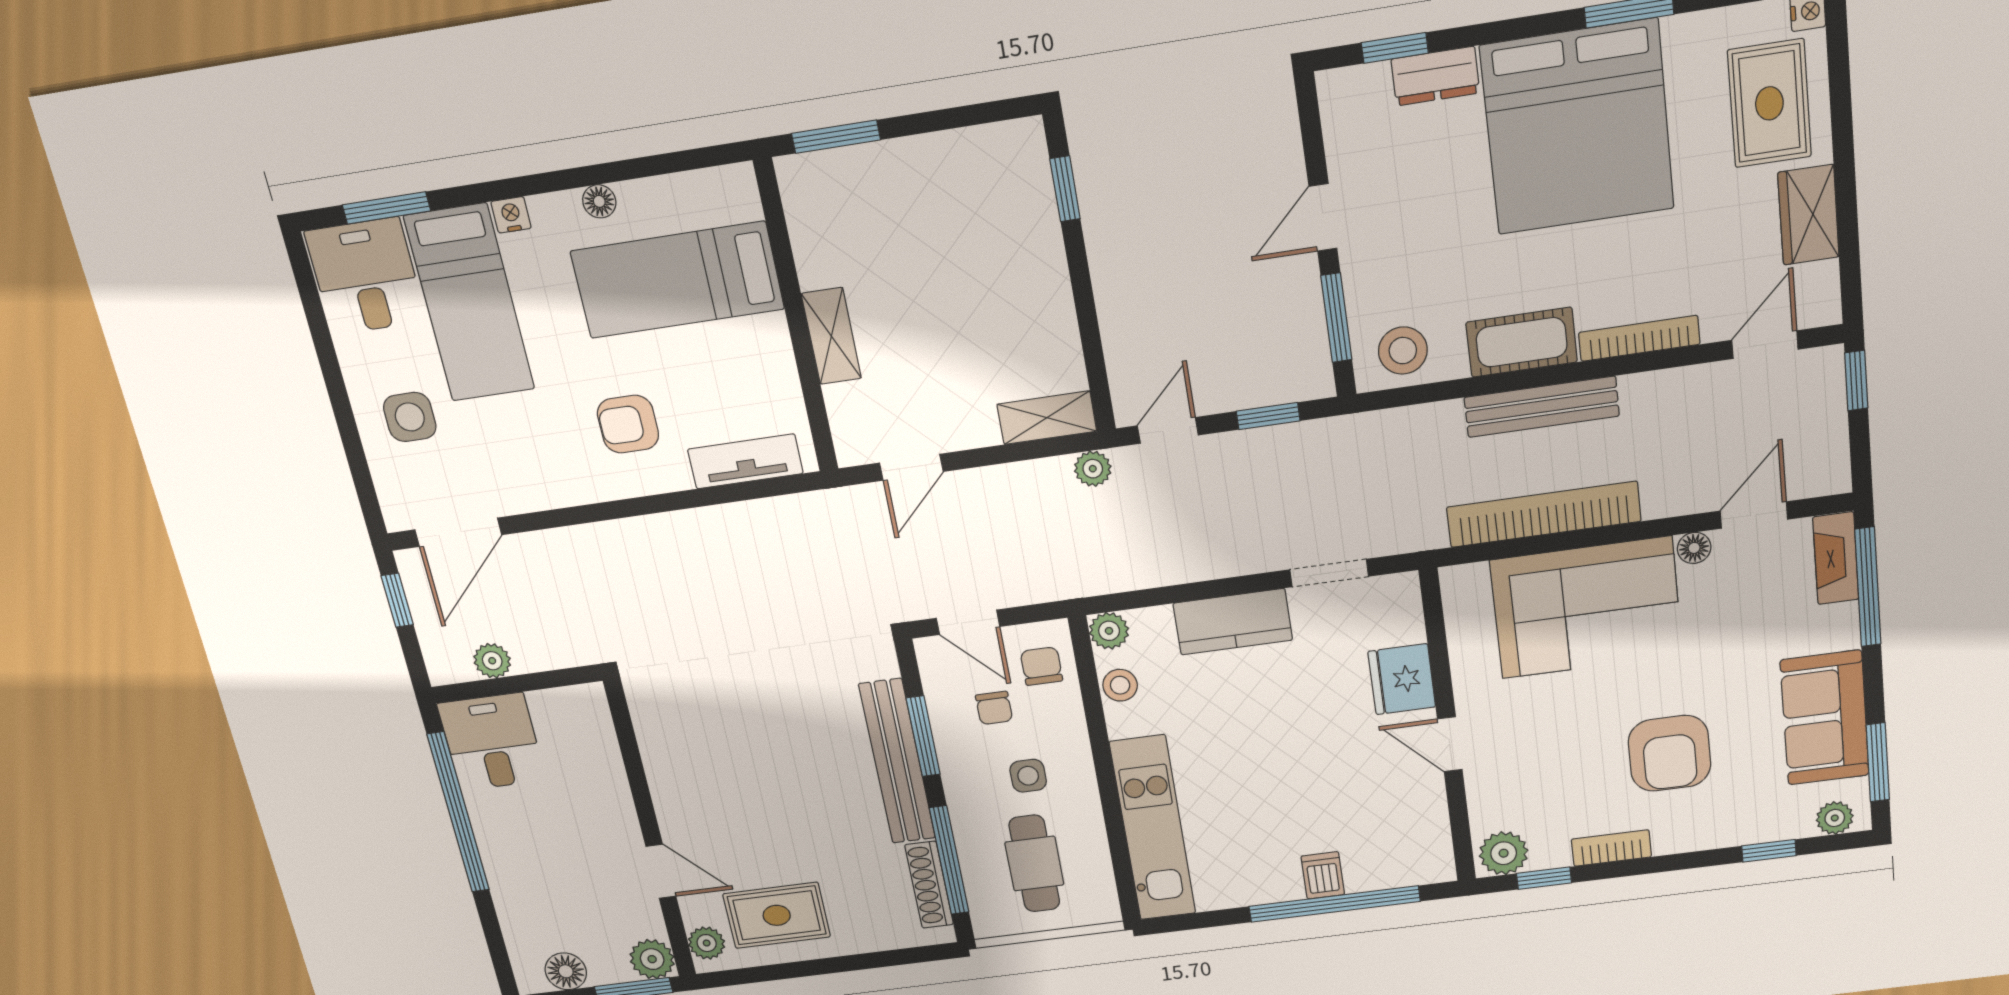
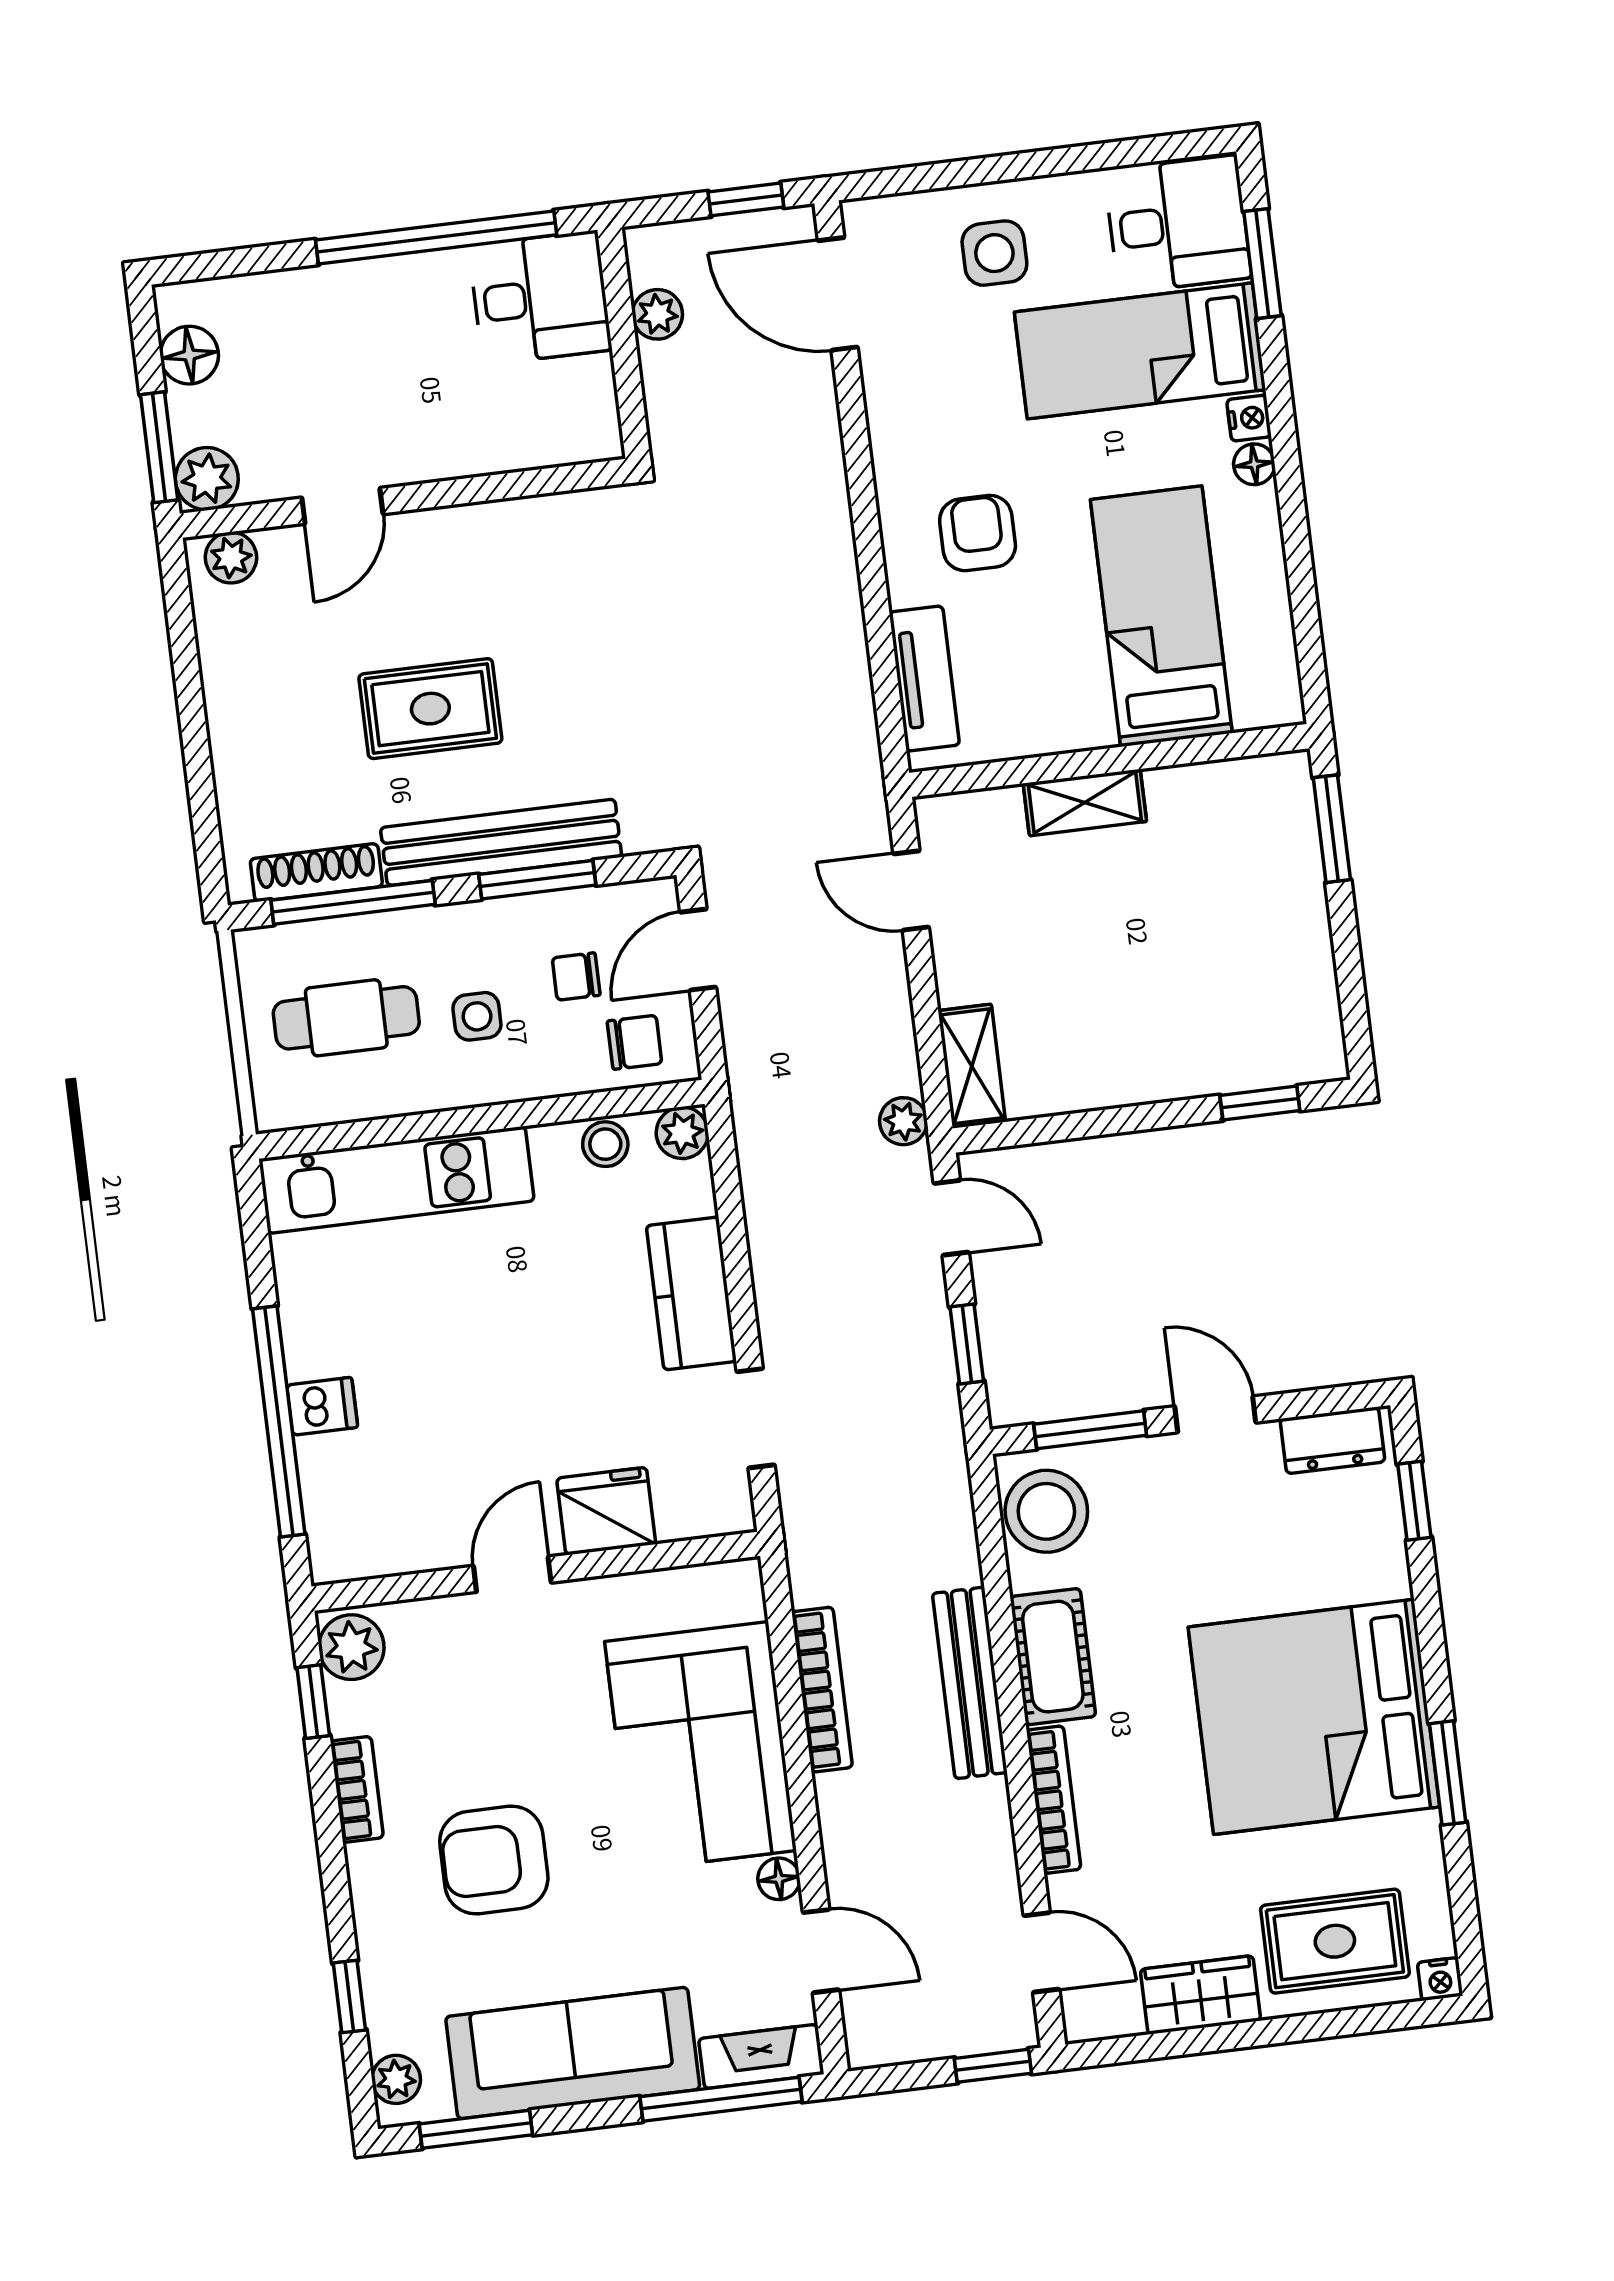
dresser: (1435, 76) -> (1332, 1440), moved, turned -90
floor lamp: (599, 201) -> (1254, 464), moved
stool: (1403, 351) -> (1046, 1511), width x1.38, depth x1.38
bookcase: (1544, 514) -> (822, 1690), width x0.68, depth x0.76
sofa: (1825, 718) -> (573, 2053), width x1.36
rug: (777, 915) -> (430, 709), moved, turned 90

